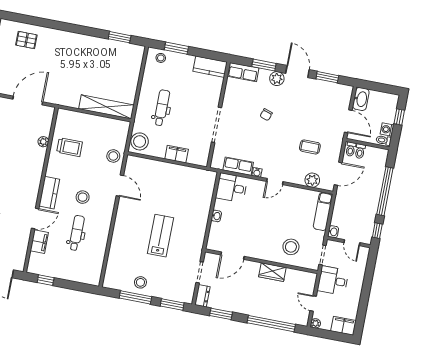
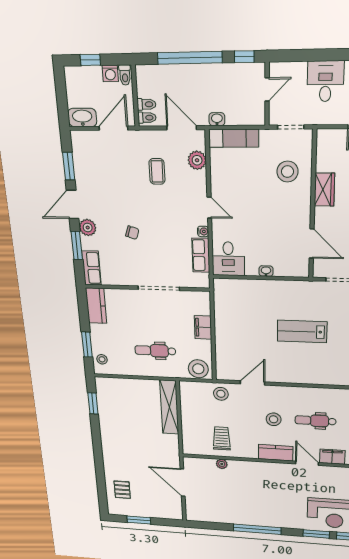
washbasin: (333, 232) -> (217, 119), moved
desk: (333, 281) -> (325, 81), moved, turned 180

